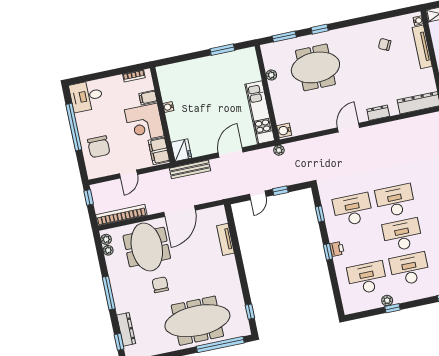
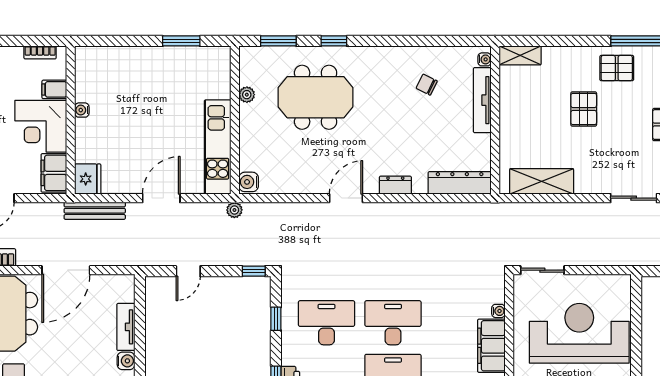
window: (280, 191) -> (254, 271), moved
water cooler: (230, 261) -> (126, 361), added

